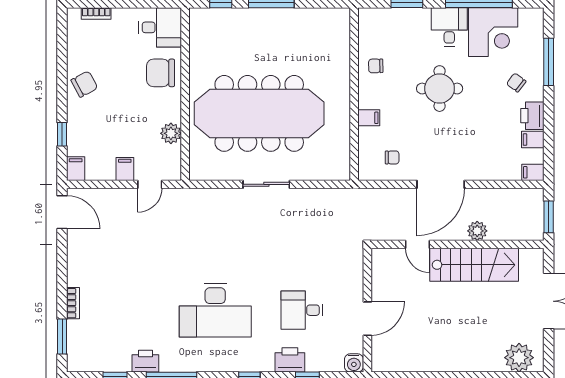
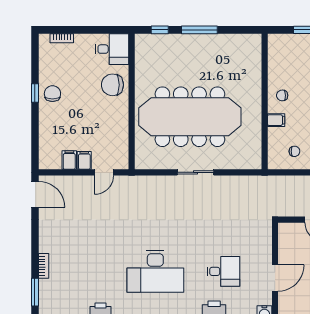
chair: (376, 66) -> (282, 95), moved
chair: (84, 84) -> (52, 94), turned -62
plant: (171, 133) -> (121, 132), removed
window: (62, 134) -> (35, 93), moved
filing cabinet: (76, 169) -> (69, 160), moved
desk: (302, 310) -> (223, 271), turned 180

